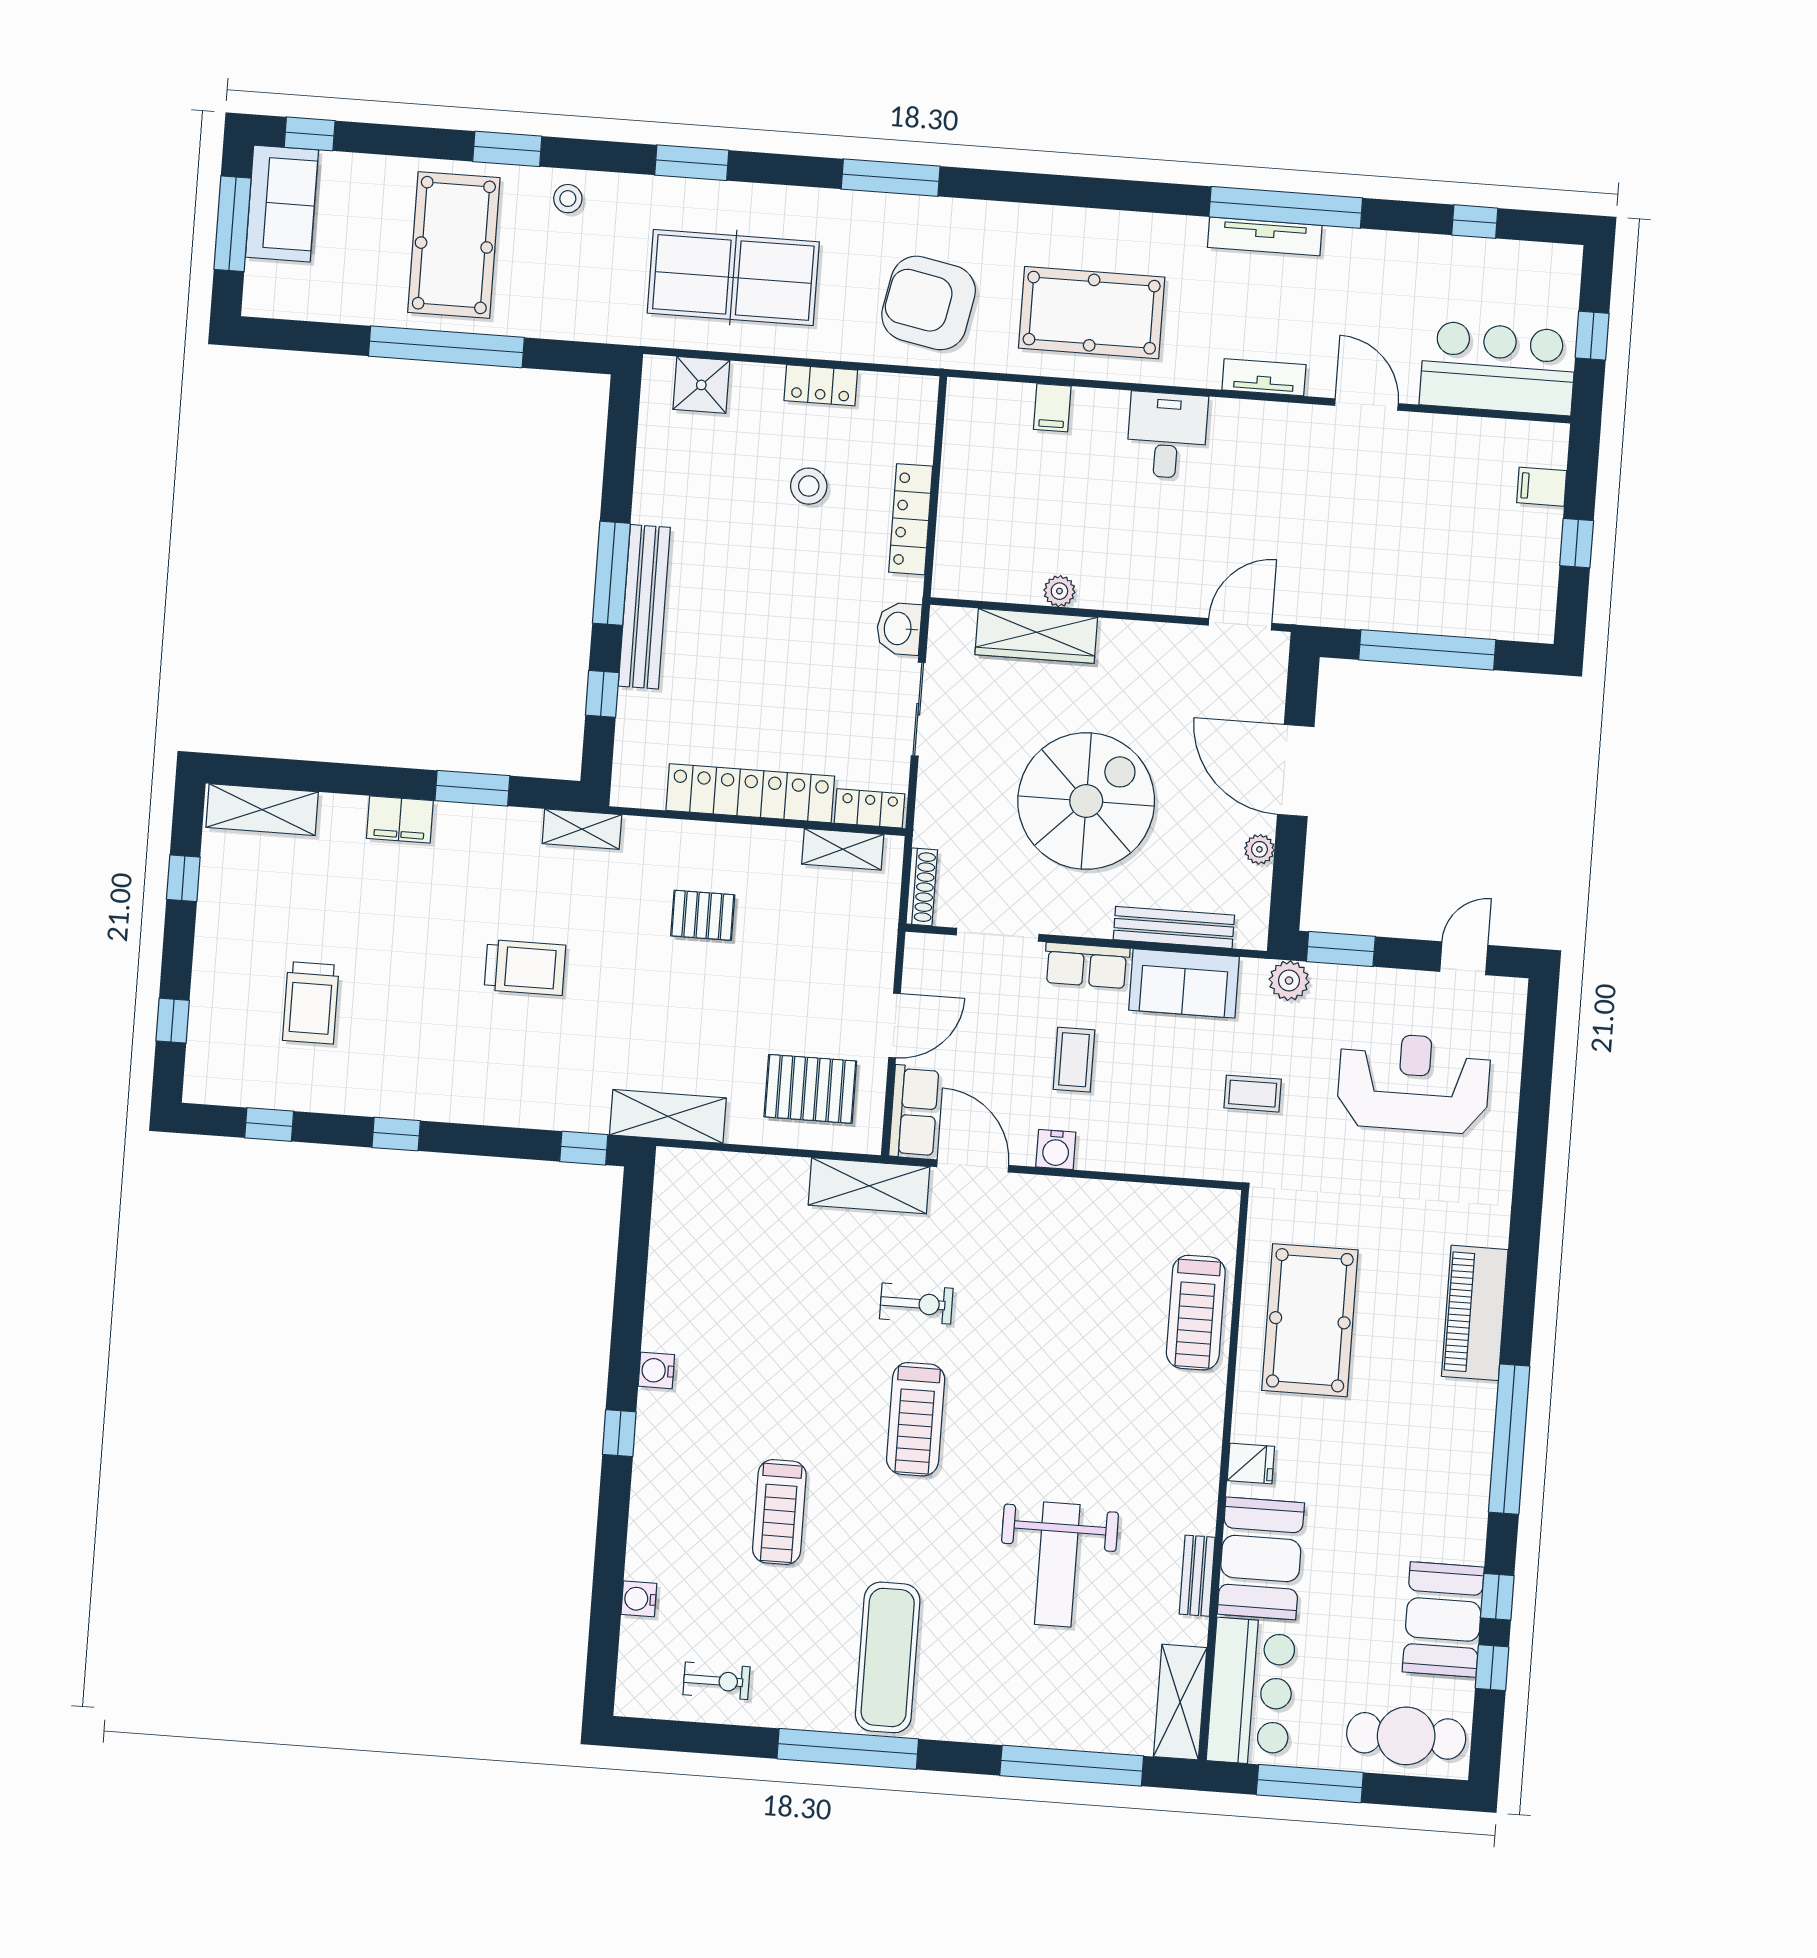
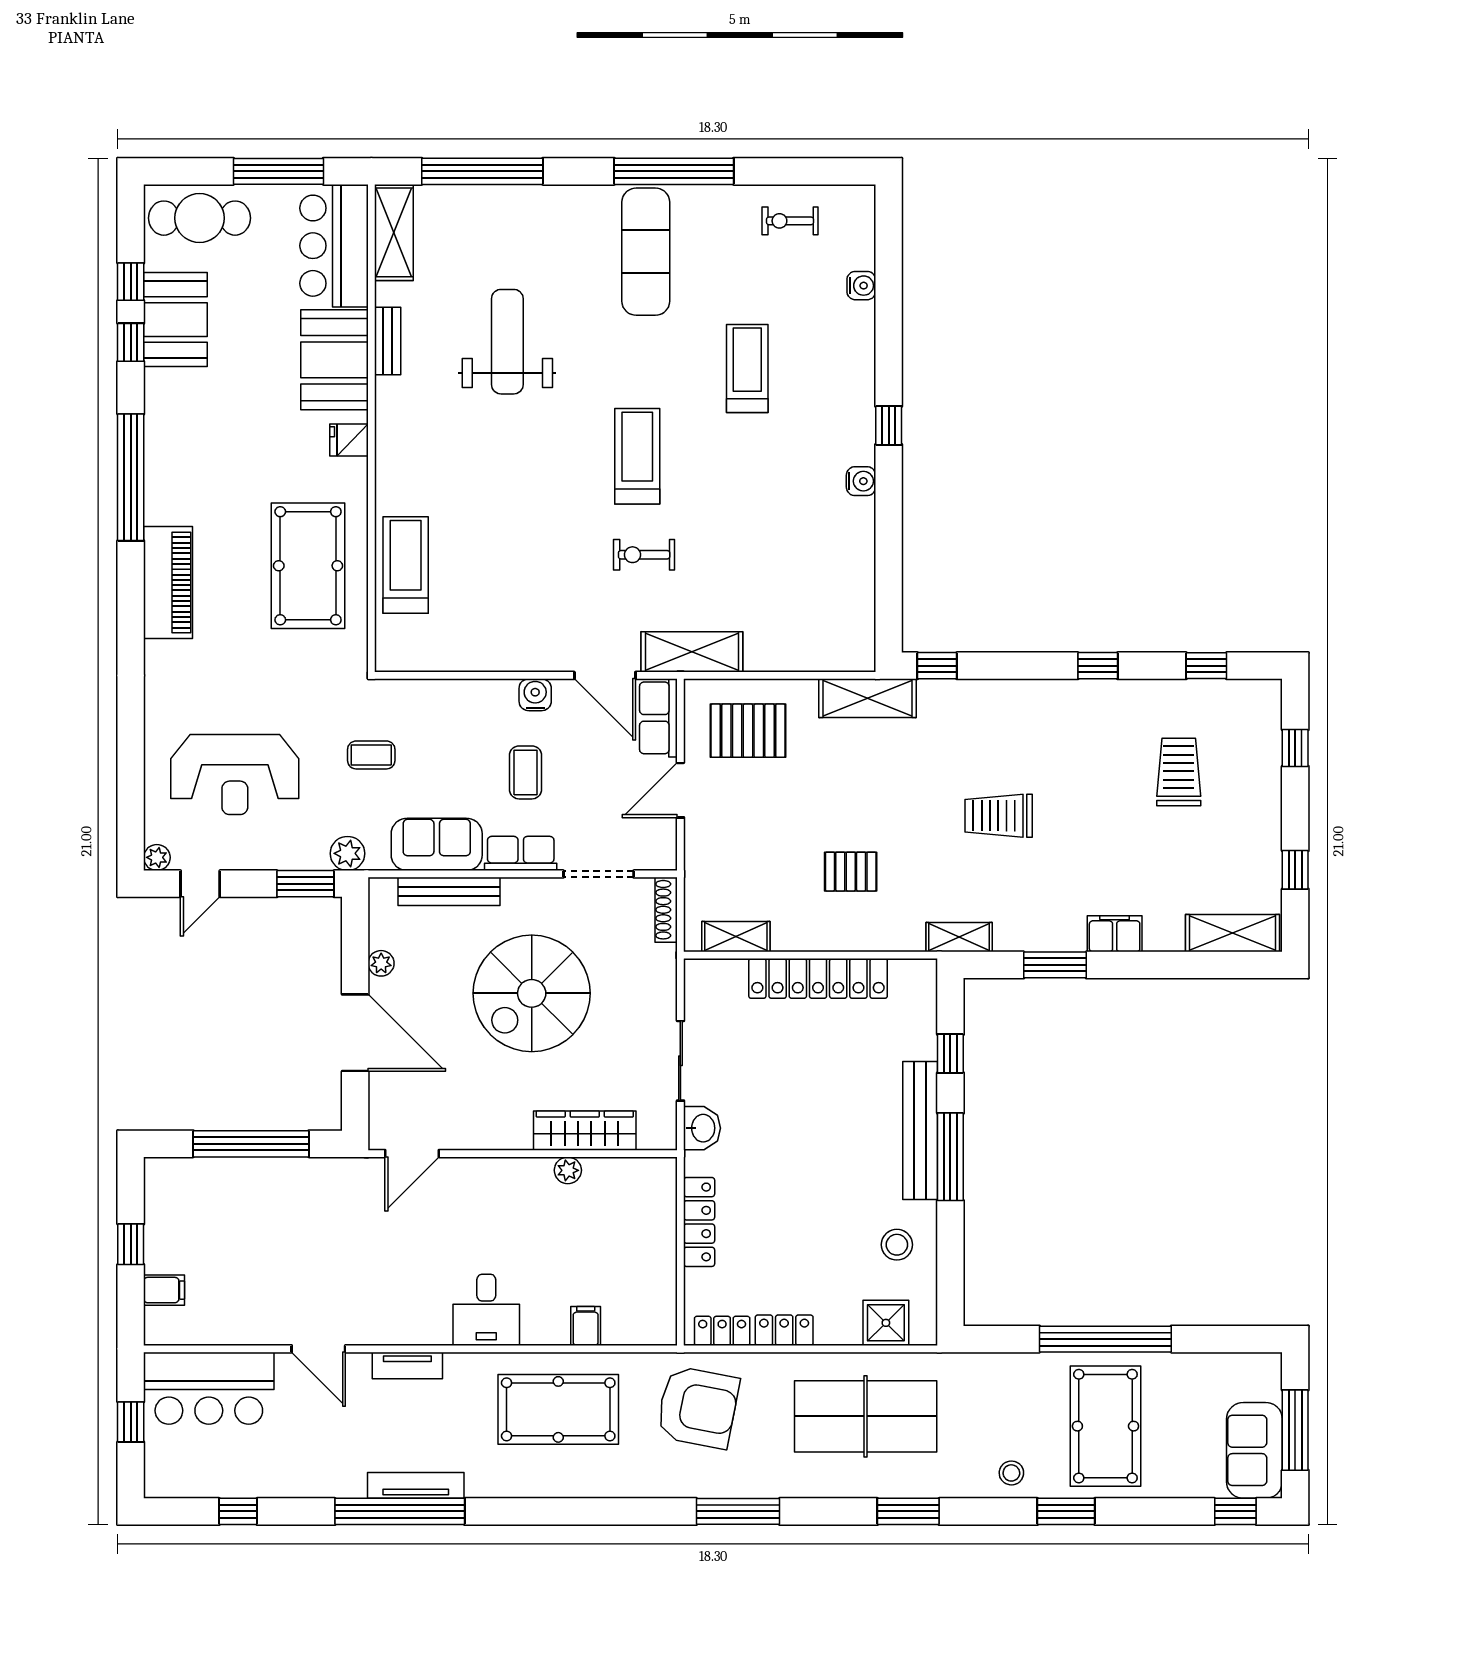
stool: (809, 486) -> (897, 1245), moved
locker: (870, 808) -> (722, 1331), moved, turned 180
plant: (1512, 993) -> (157, 857), added

